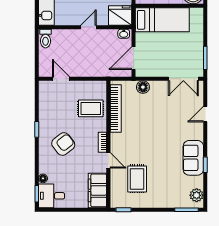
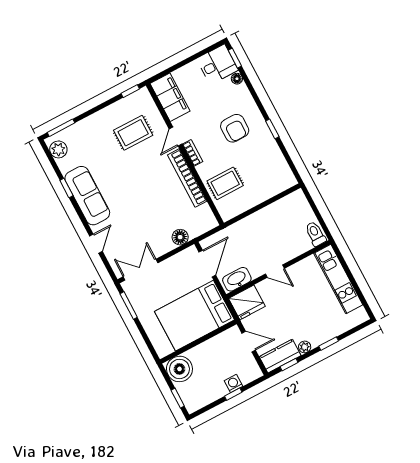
bed: (162, 20) -> (194, 316), width x1.50
door: (88, 27) -> (275, 271), hinge flipped
washbasin: (124, 34) -> (237, 279), width x1.91, depth x1.45
door: (61, 79) -> (275, 199), removed
bookcase: (116, 108) -> (187, 178), moved
armchair: (63, 144) -> (235, 128), turned -52
sofa: (193, 158) -> (87, 196), width x1.36
door: (108, 160) -> (175, 137), hinge flipped
rug: (137, 179) -> (133, 133), turned 90

